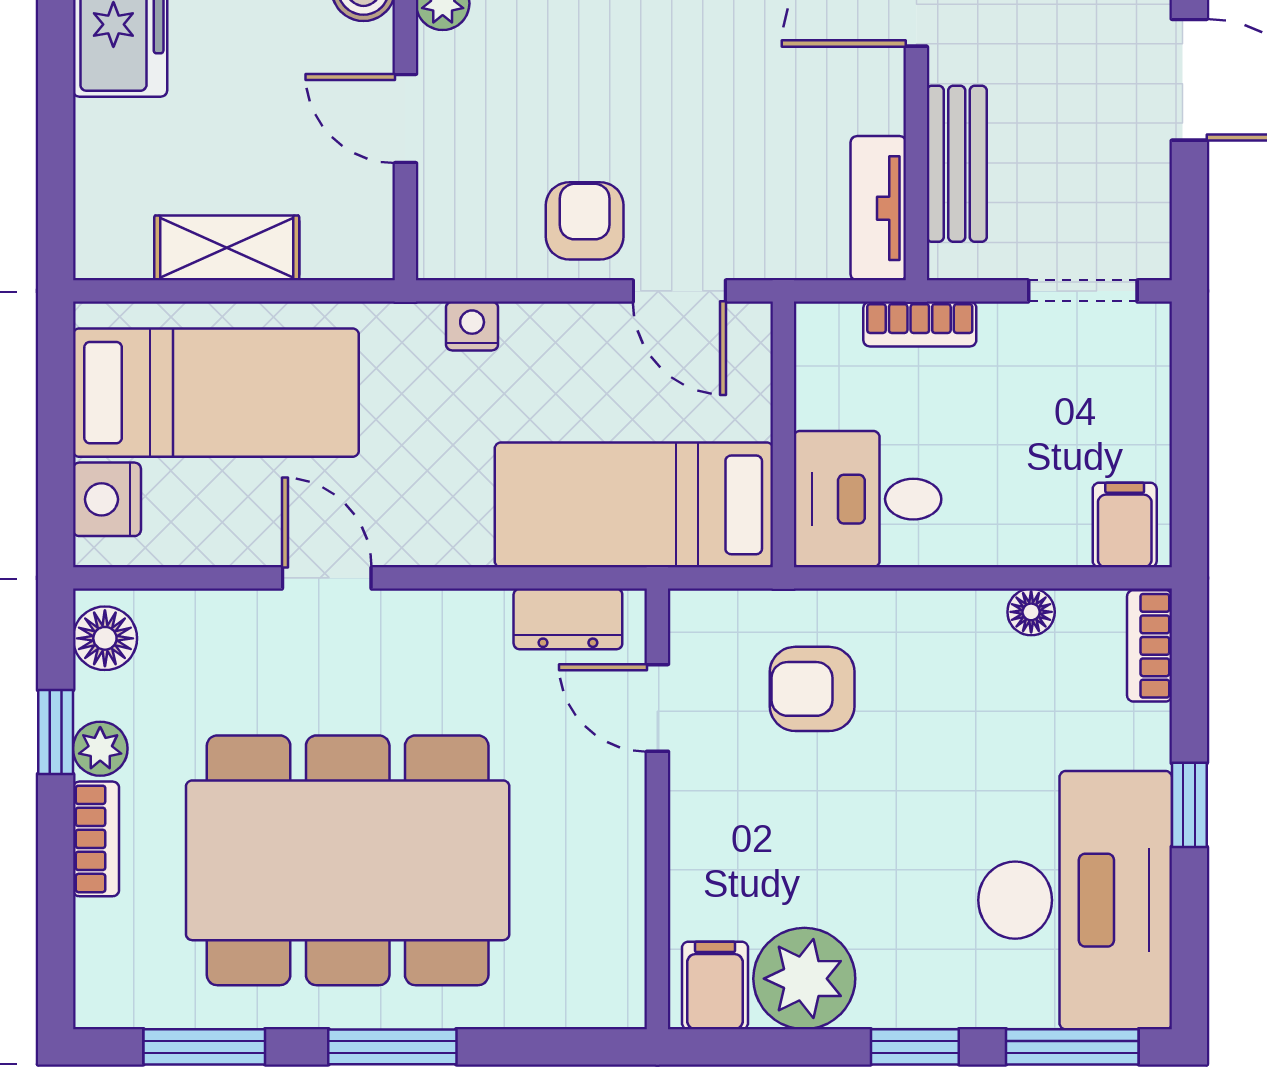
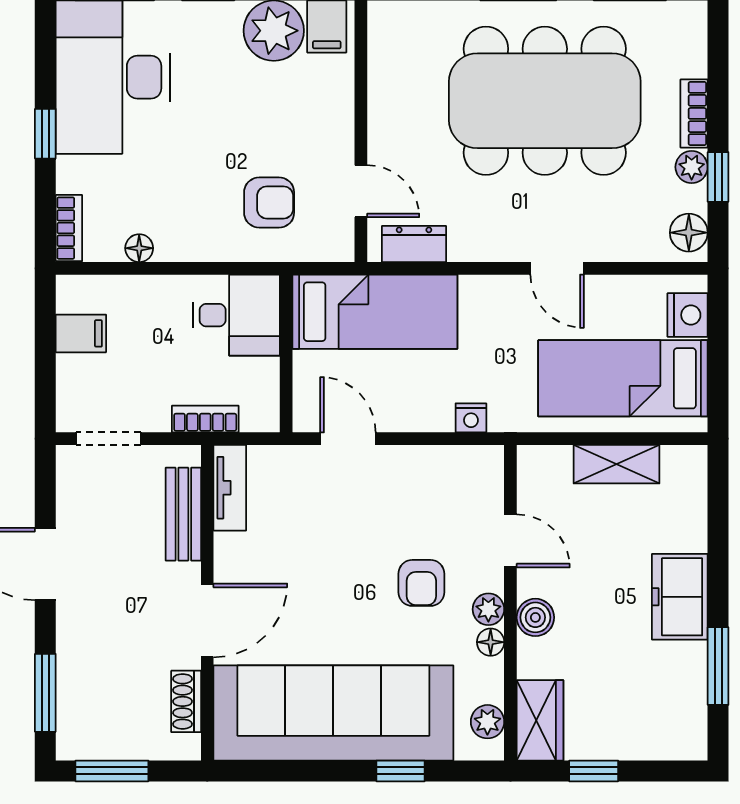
armchair: (585, 221) -> (421, 583), moved
filing cabinet: (1125, 525) -> (81, 333), moved, turned -90

